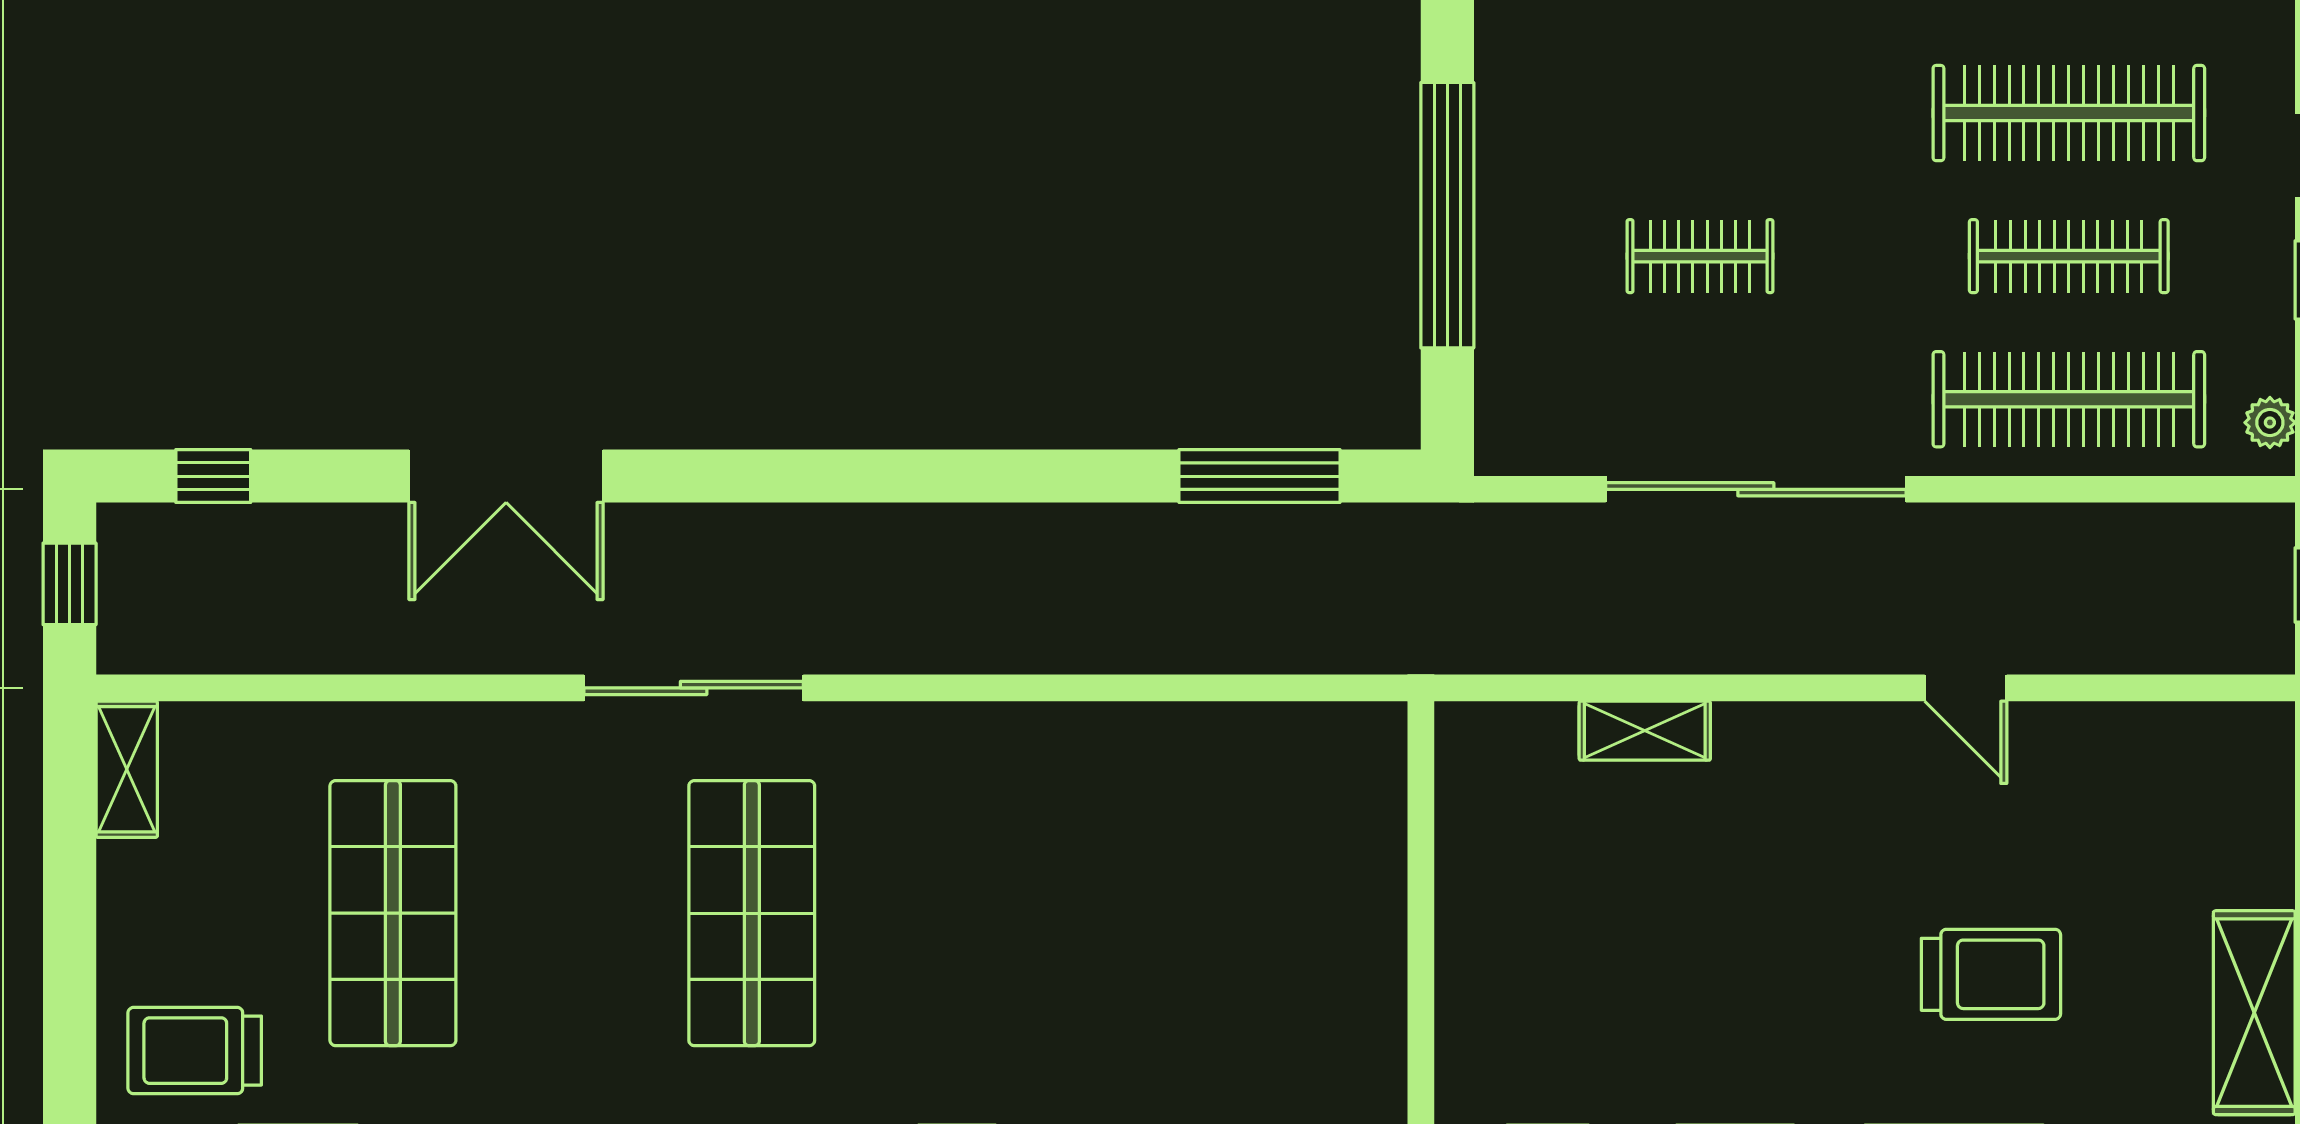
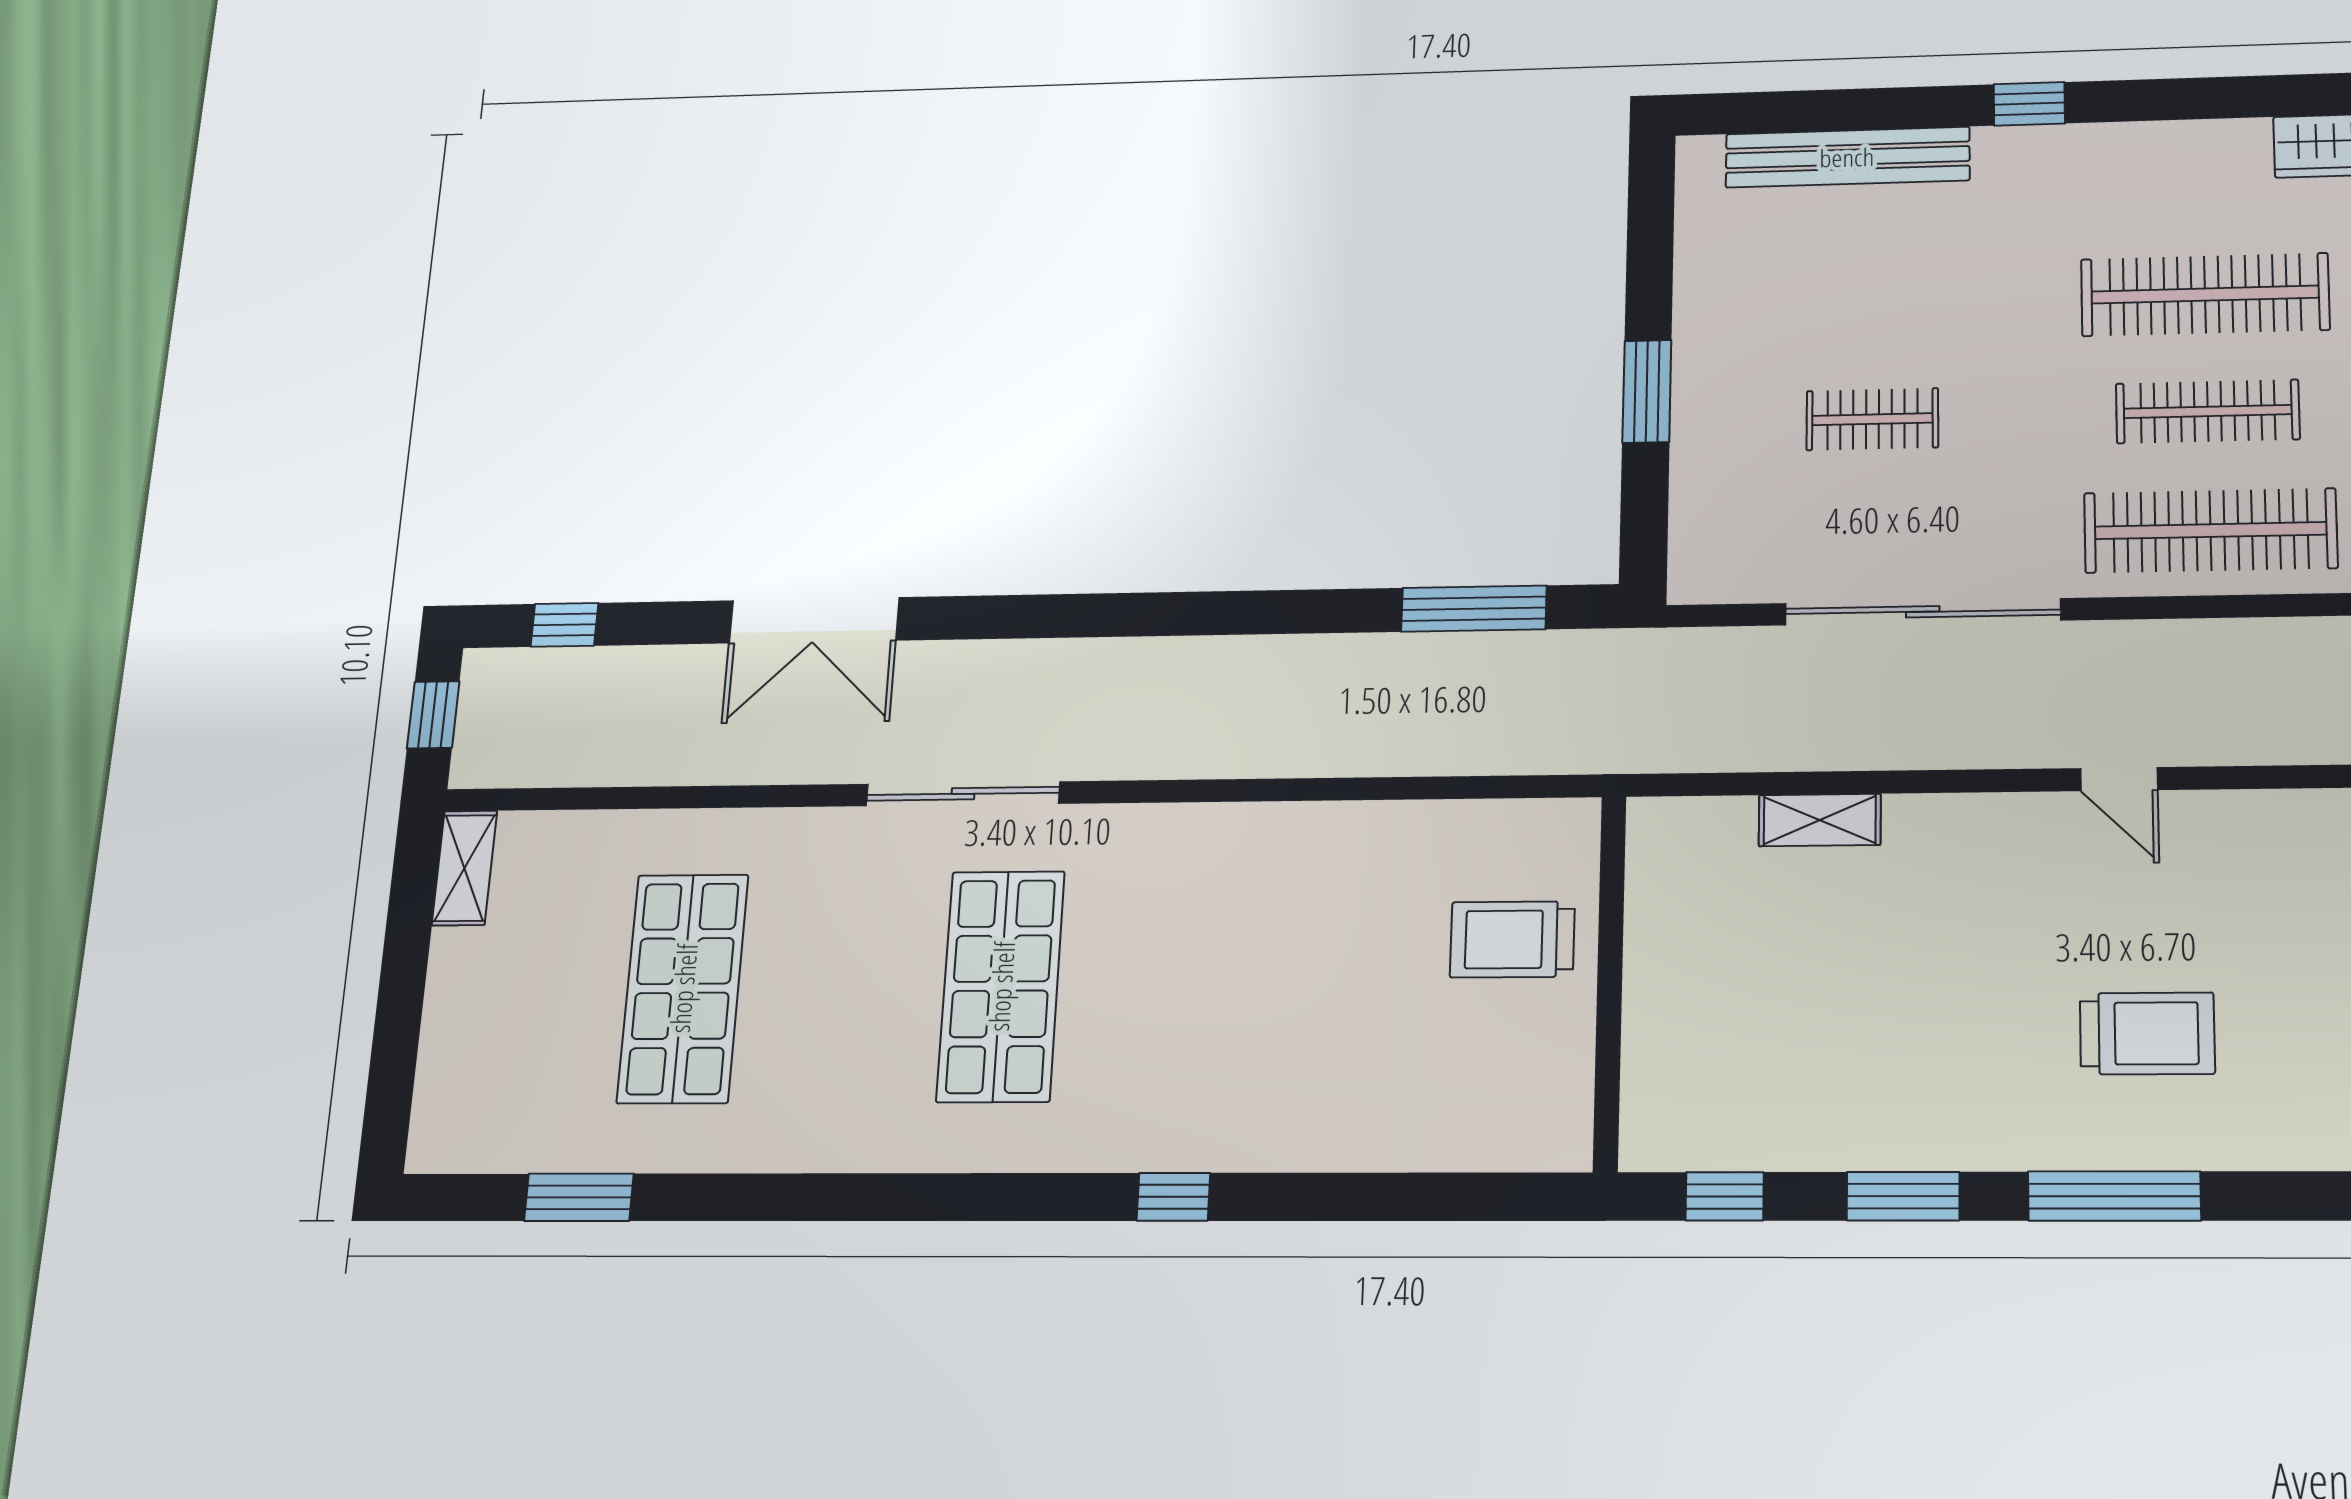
window: (1447, 215) -> (1647, 391), width x0.47
trolley: (195, 1051) -> (1512, 939), moved

